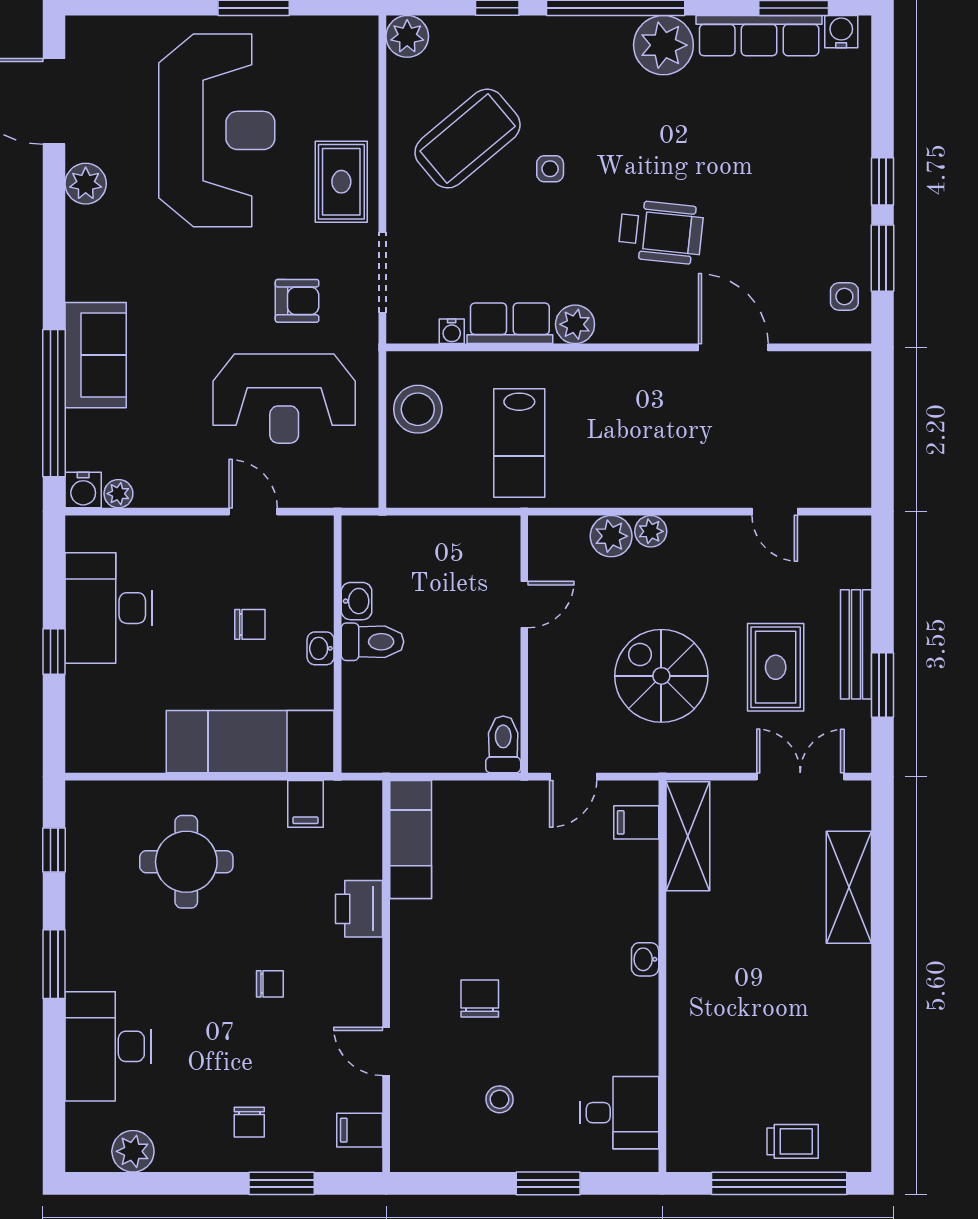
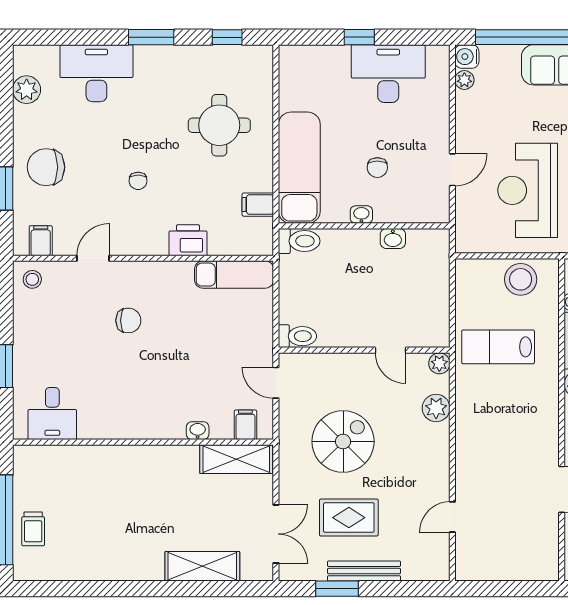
plant: (651, 531) -> (439, 363), moved
toilet: (372, 642) -> (299, 241), moved, turned -90
washbasin: (645, 959) -> (198, 431), moved
stool: (499, 1099) -> (32, 279), moved
chair: (249, 1122) -> (46, 167), width x1.87, depth x1.87

